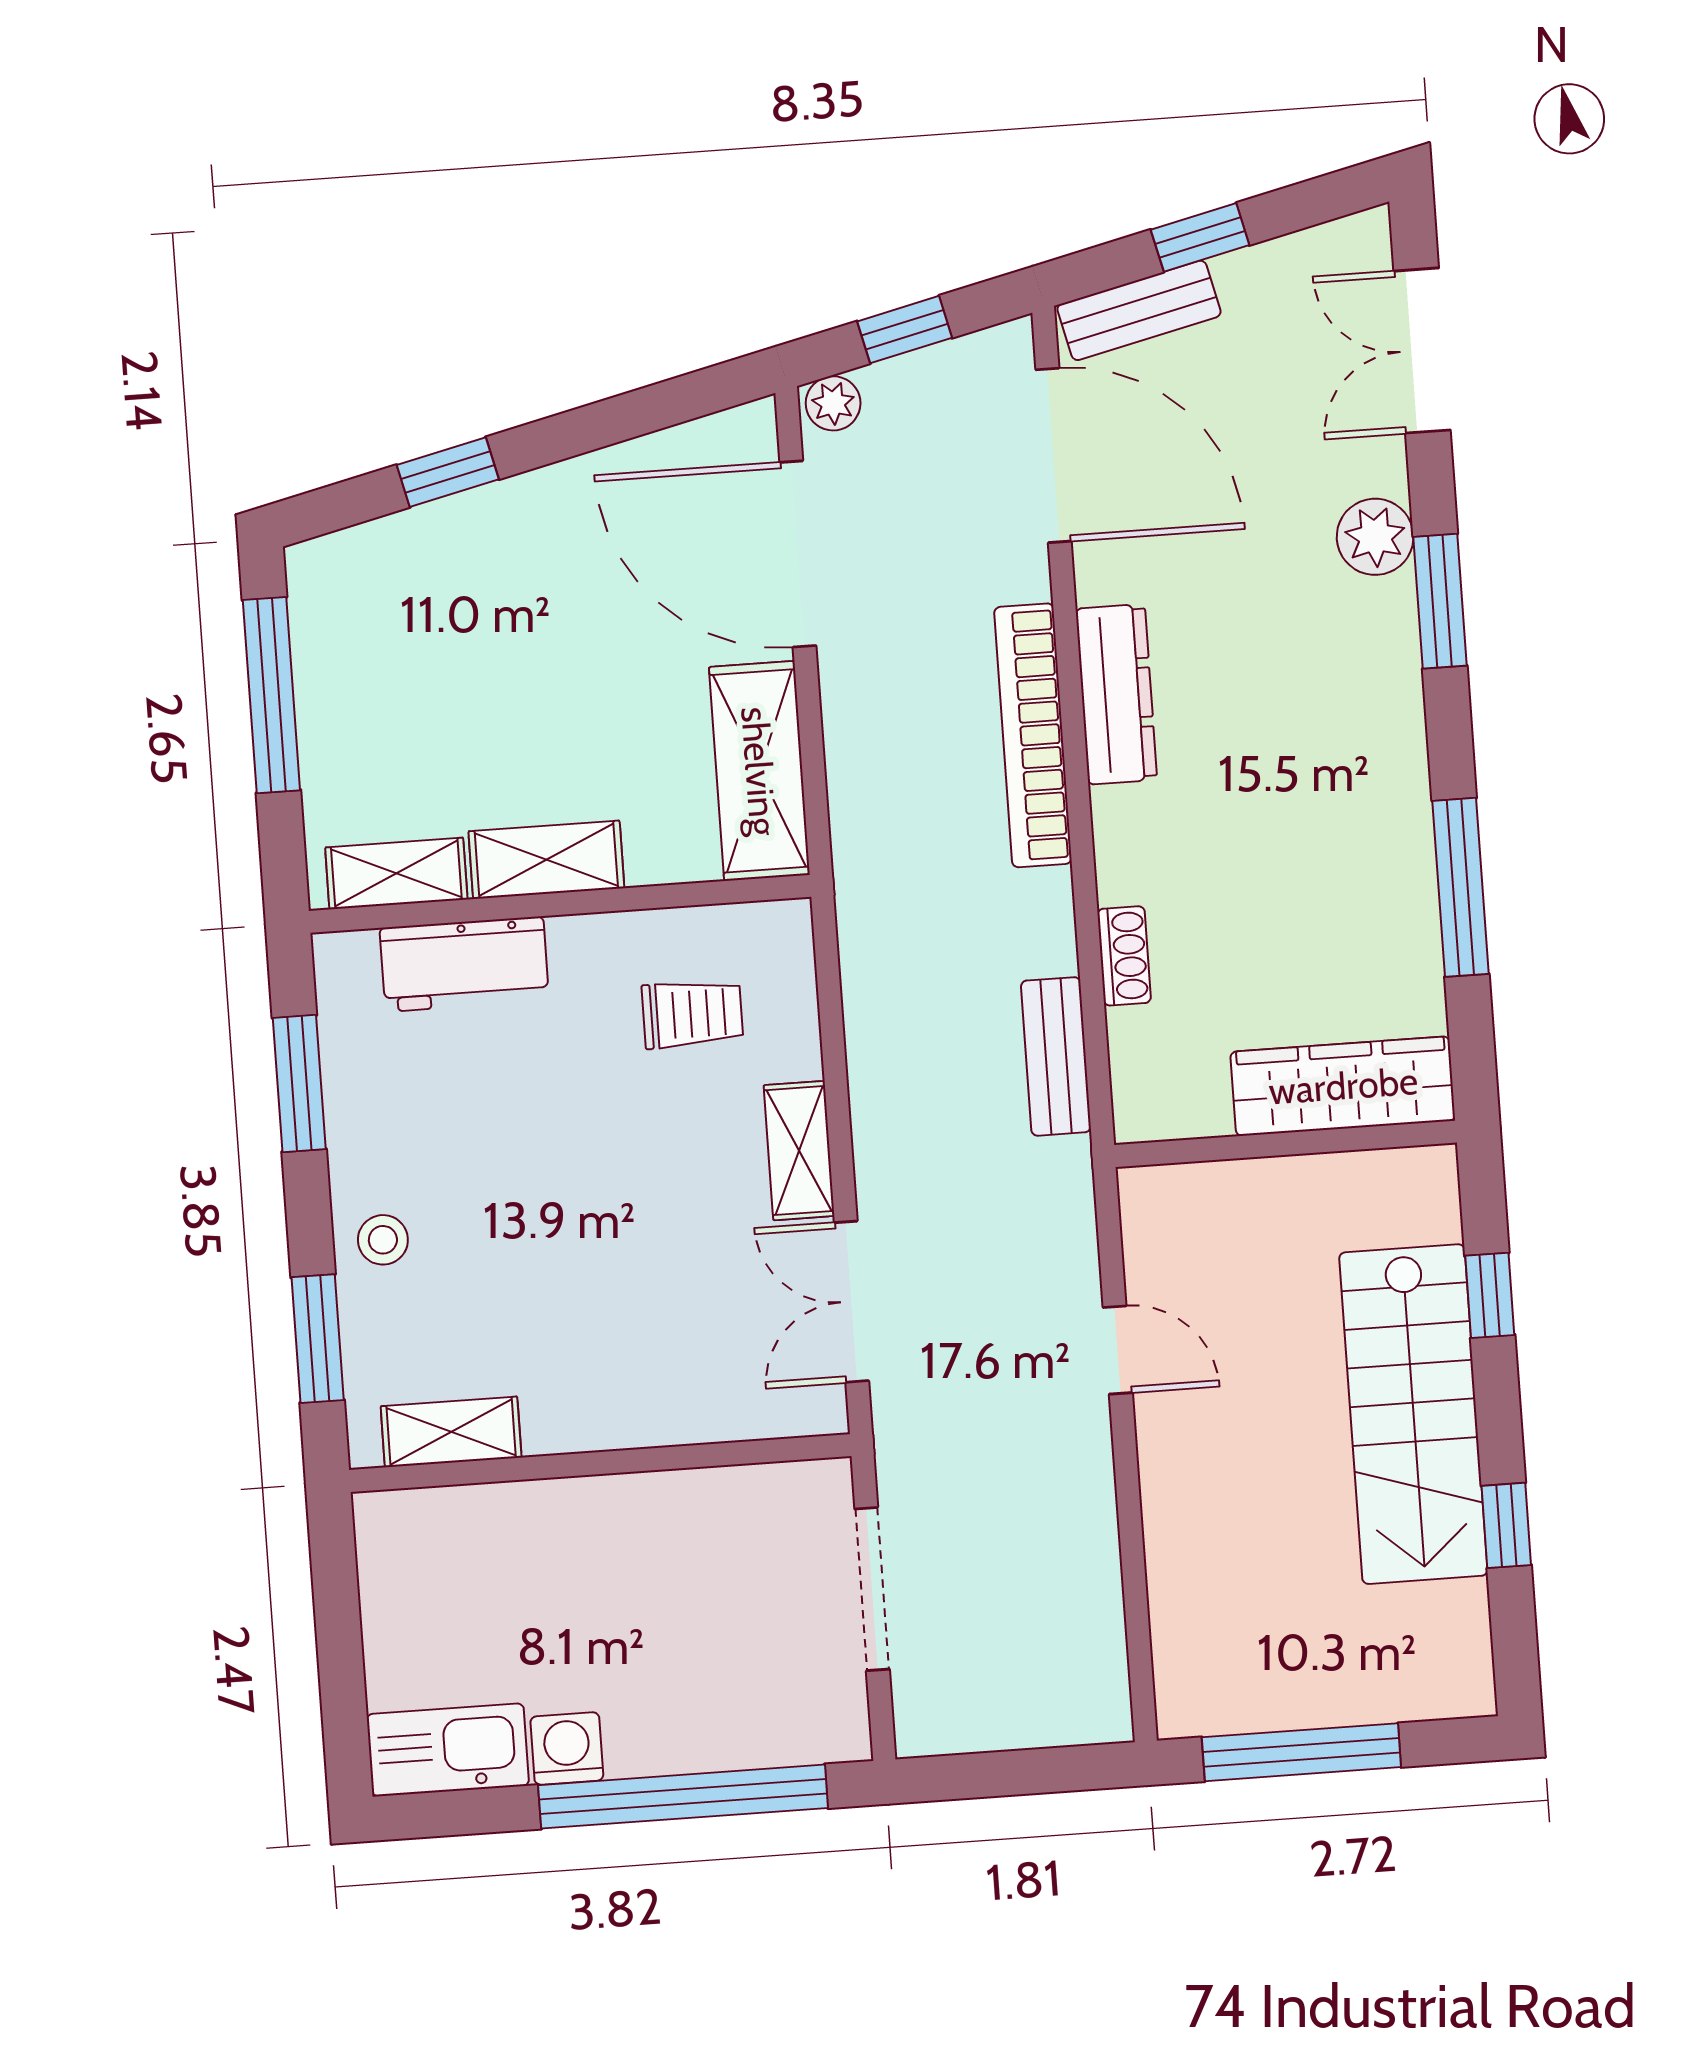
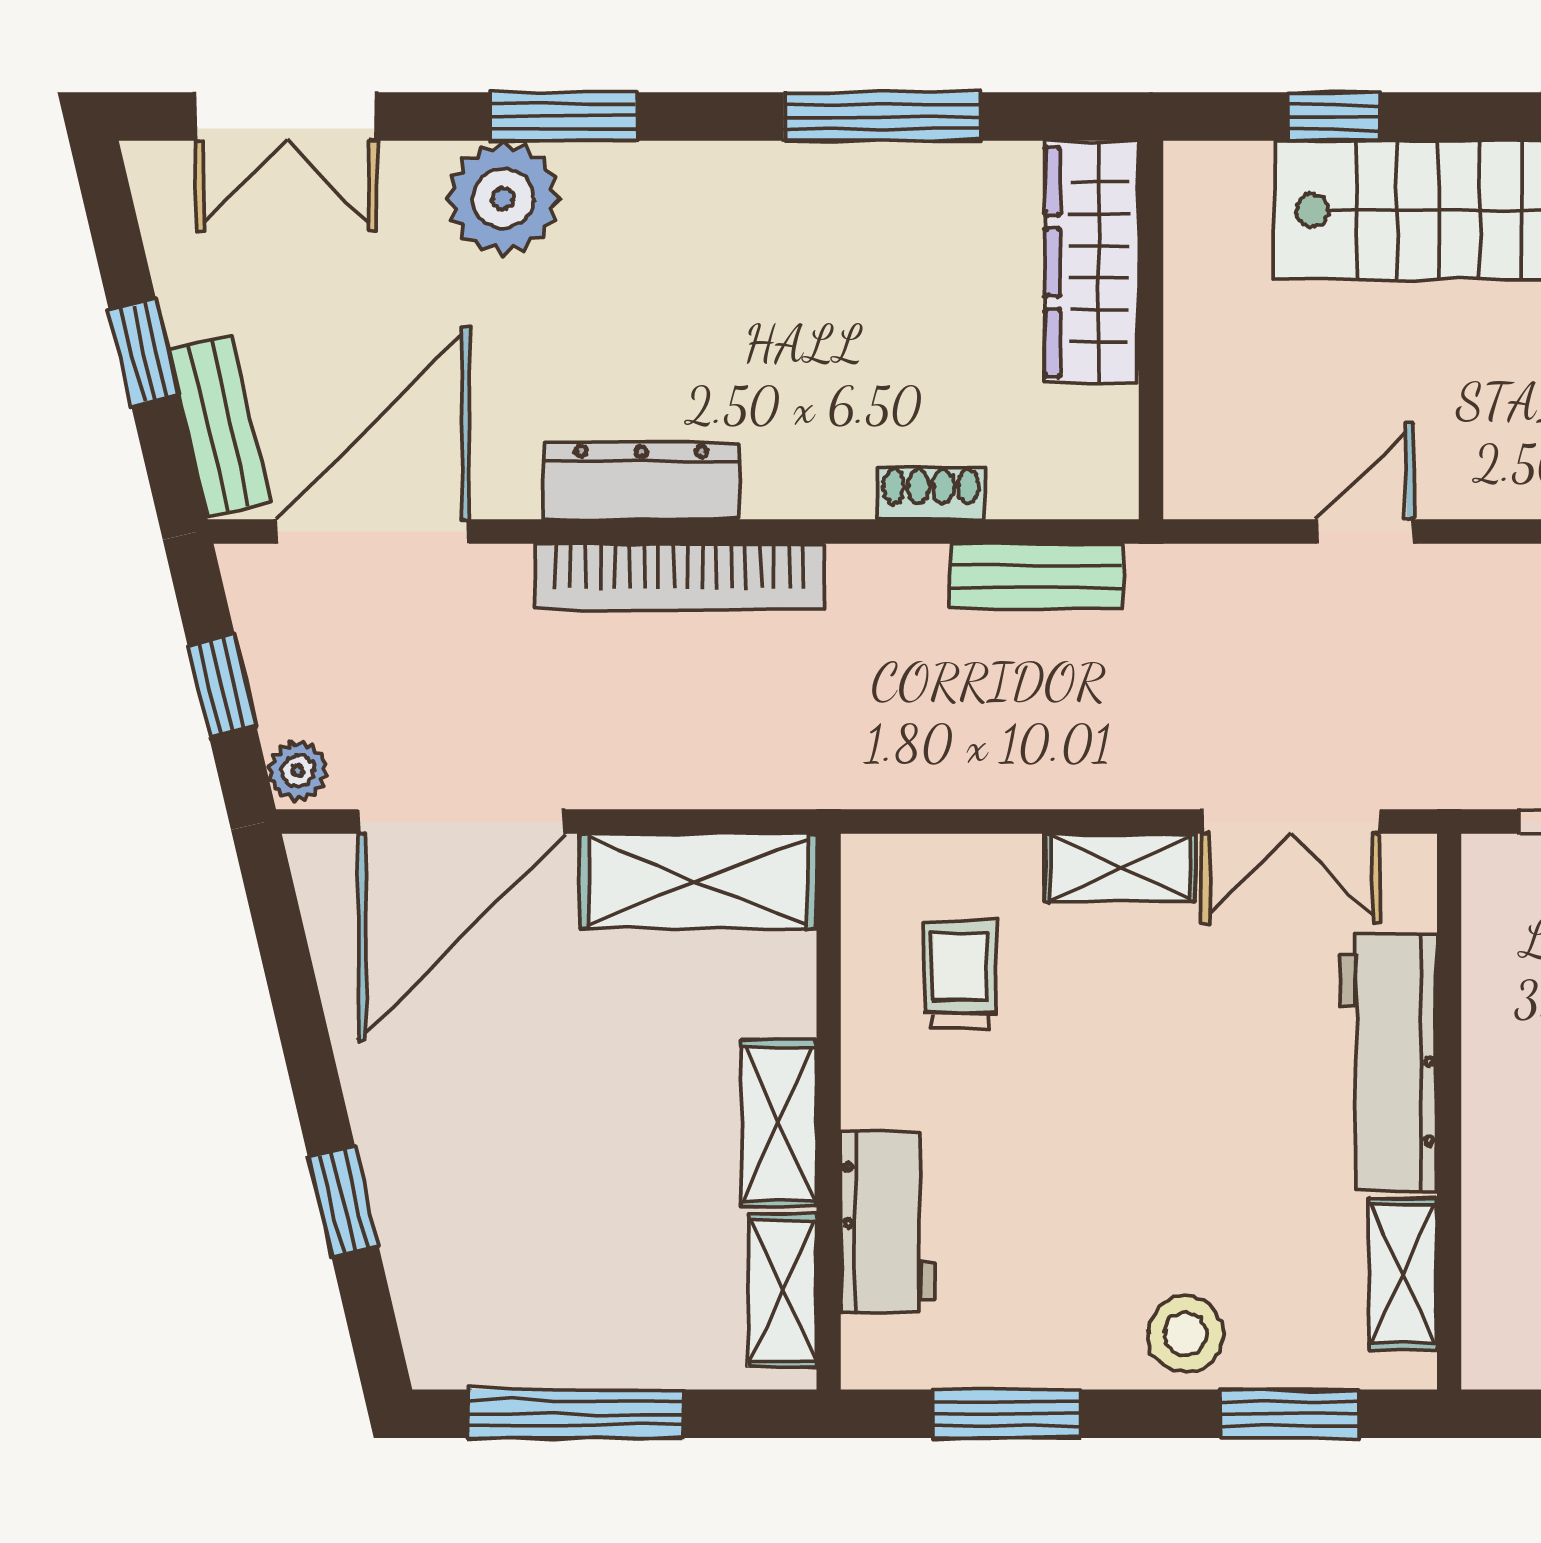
plant: (1375, 537) -> (503, 198), width x1.36, depth x1.36
stool: (383, 1240) -> (1186, 1334), width x1.37, depth x1.37
workbench: (641, 1405) -> (1389, 1063), added

